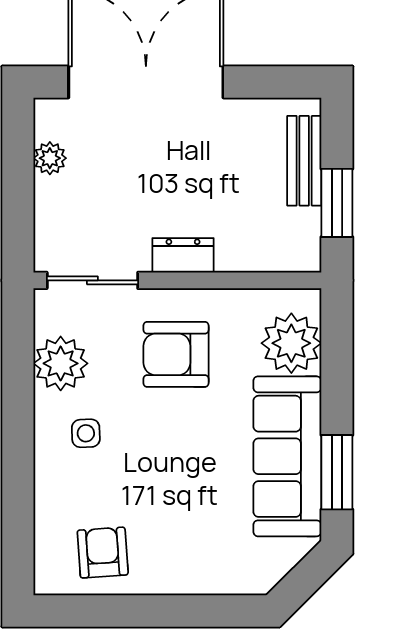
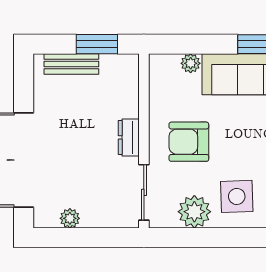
plant: (291, 343) -> (191, 63), width x0.53, depth x0.53
armchair: (176, 354) -> (189, 142), turned 90
side table: (86, 433) -> (237, 196), width x1.87, depth x1.87

